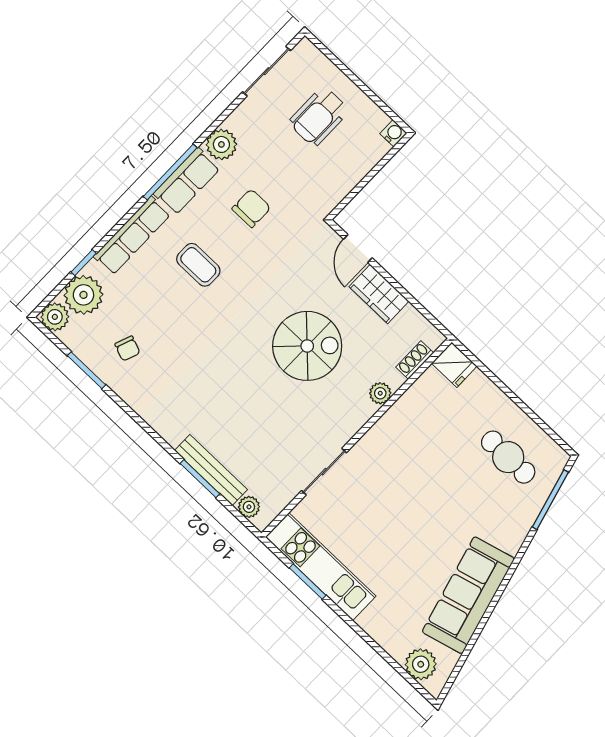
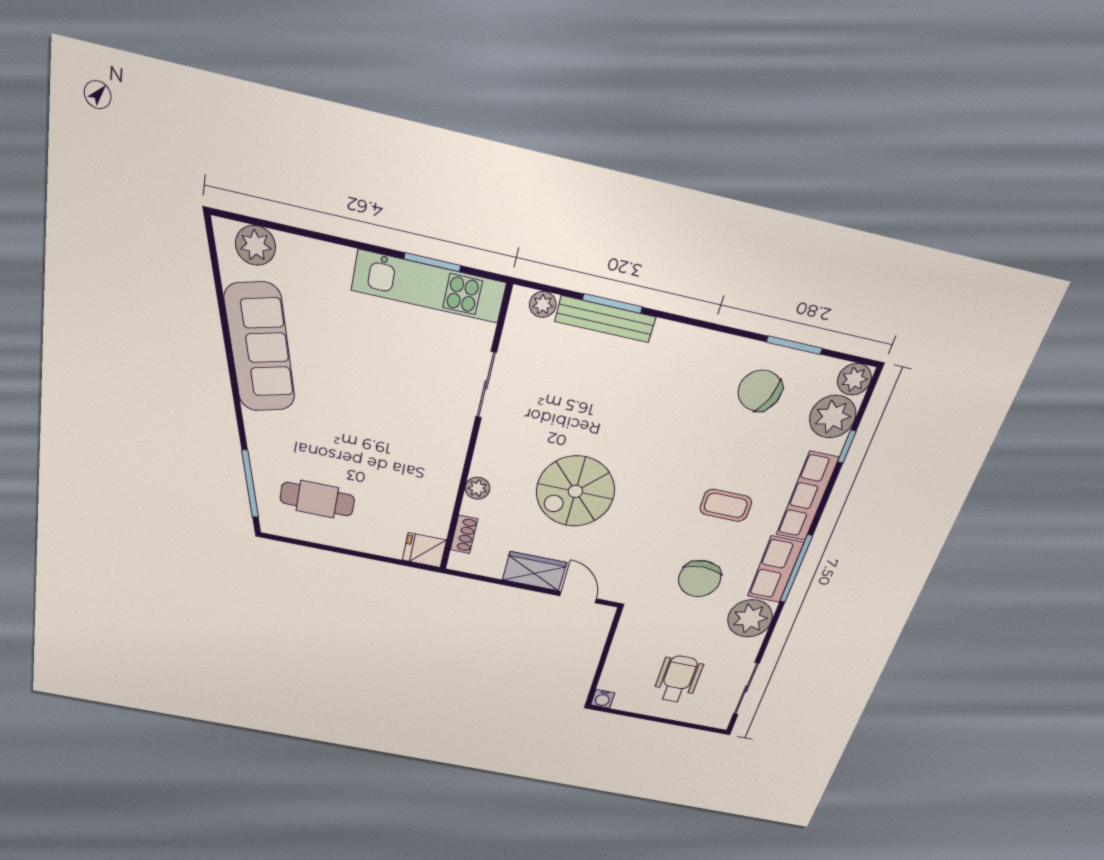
plant: (221, 144) -> (750, 618), width x1.36, depth x1.36
chair: (251, 208) -> (700, 579), width x1.37, depth x1.37
chair: (127, 348) -> (760, 391), width x1.87, depth x1.87

